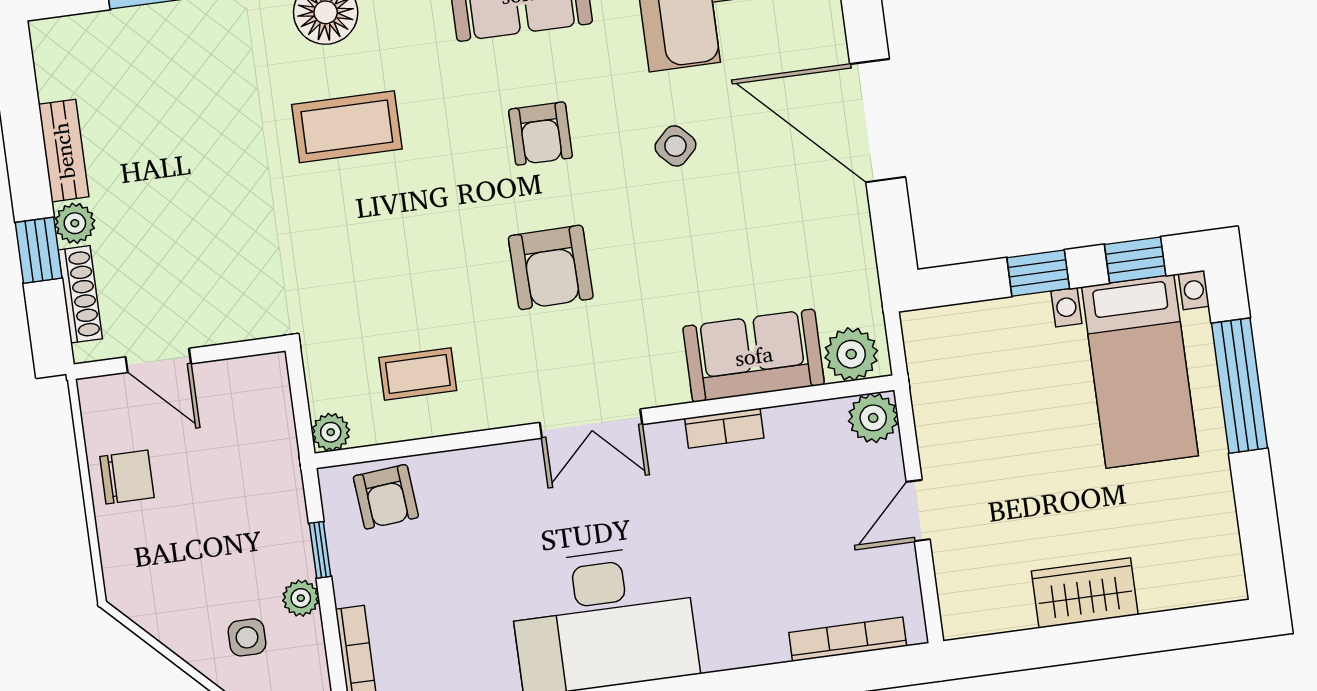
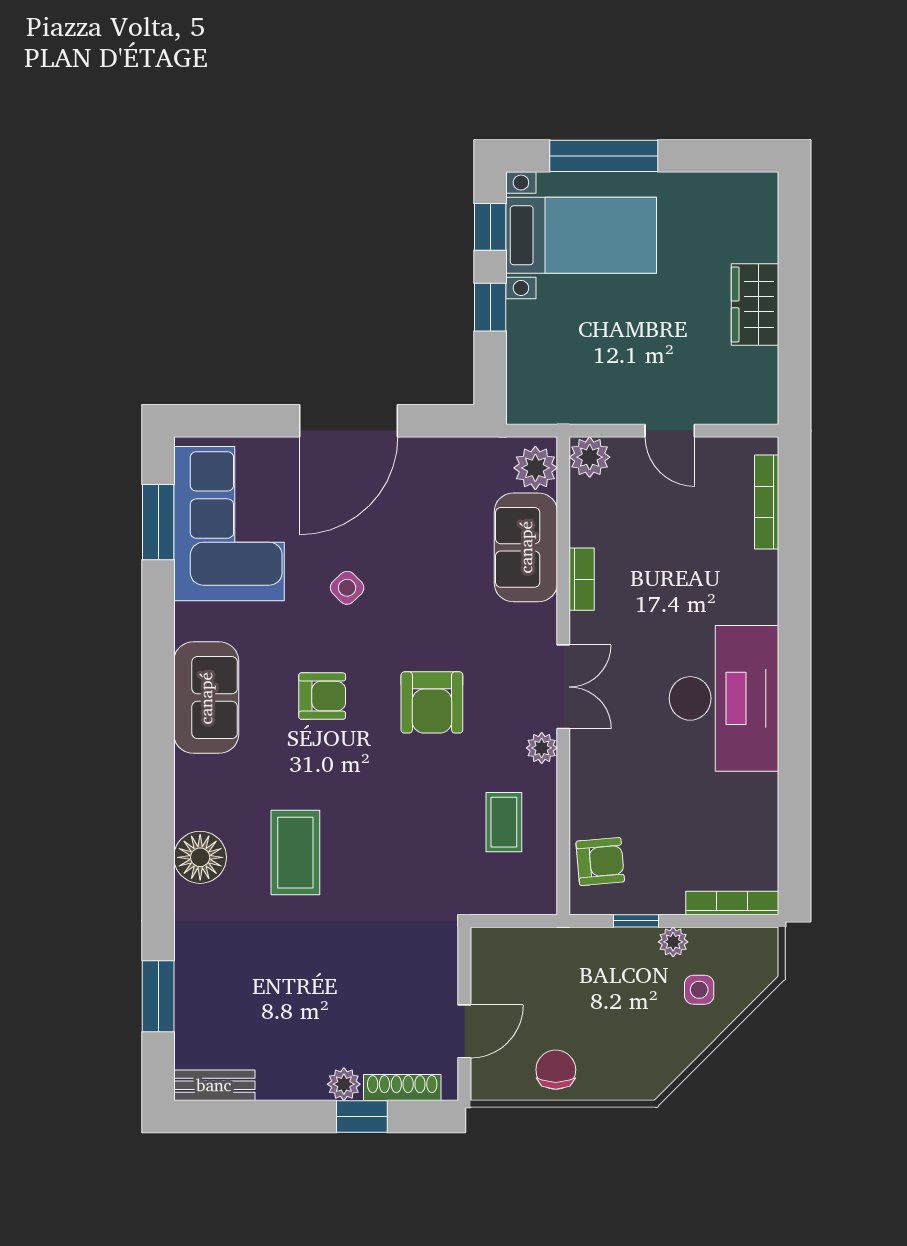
bench: (64, 151) -> (214, 1085), moved
armchair: (551, 267) -> (432, 702), turned 91
plant: (331, 432) -> (542, 748), moved

